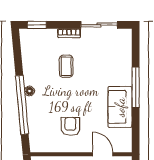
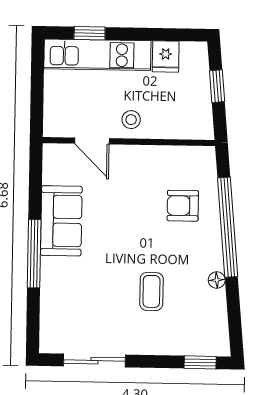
bookcase: (69, 33) -> (146, 347), removed
floor lamp: (29, 91) -> (217, 280), moved
armchair: (70, 126) -> (183, 206), moved, turned 90

